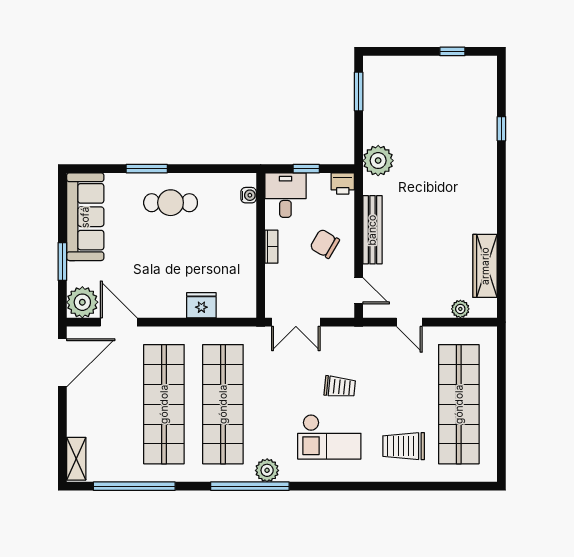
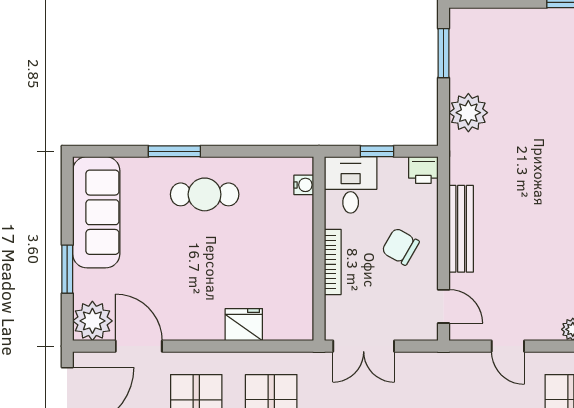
plant: (378, 161) -> (468, 113), moved
bookcase: (271, 247) -> (333, 262), width x1.56

